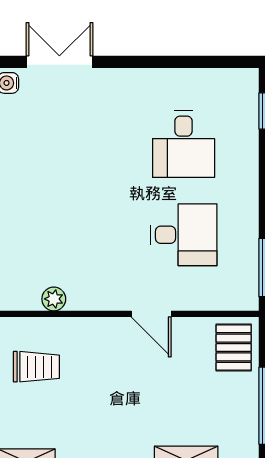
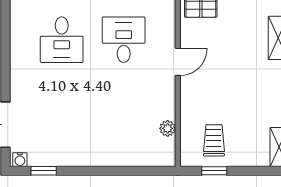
desk: (184, 144) -> (62, 40), turned 90

